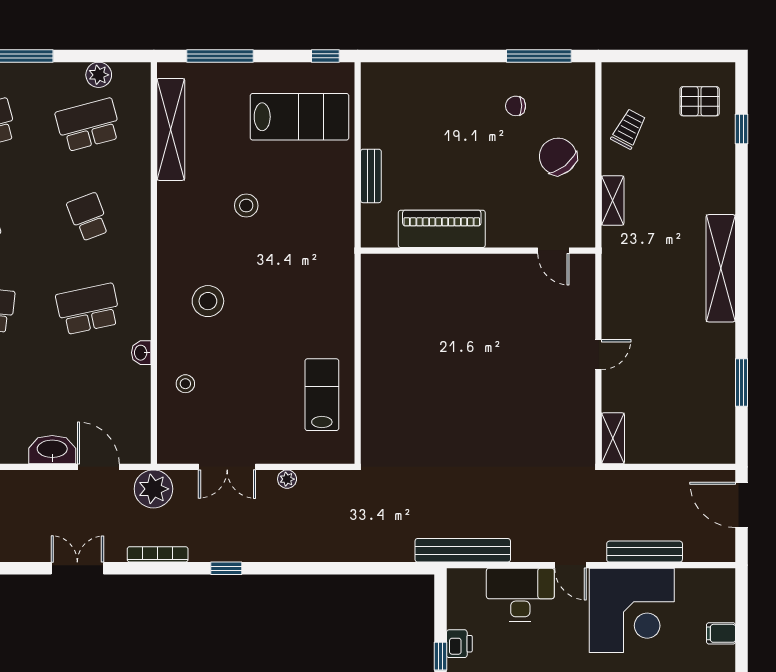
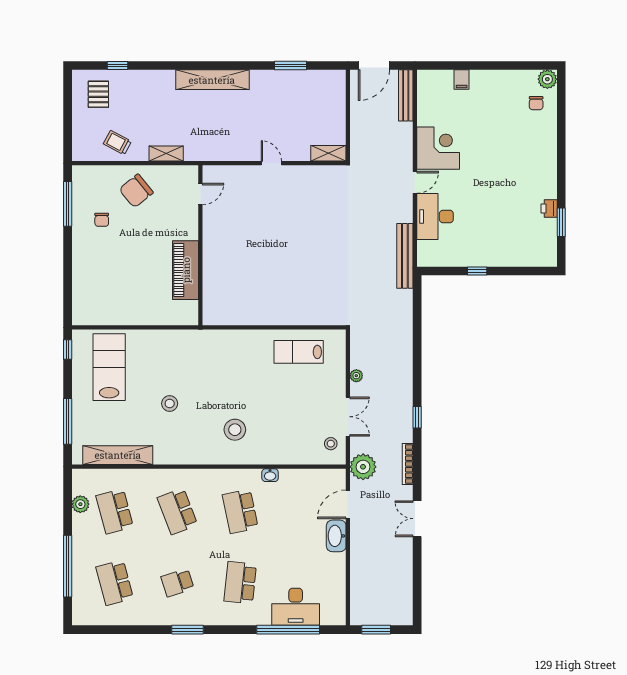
bench: (371, 176) -> (149, 318), removed
school desk: (88, 217) -> (177, 511), width x1.85
stool: (185, 384) -> (331, 444), moved
bench: (645, 552) -> (406, 95), moved
corner desk: (632, 610) -> (438, 148), width x0.74, depth x0.74
printer: (459, 644) -> (469, 258), removed

